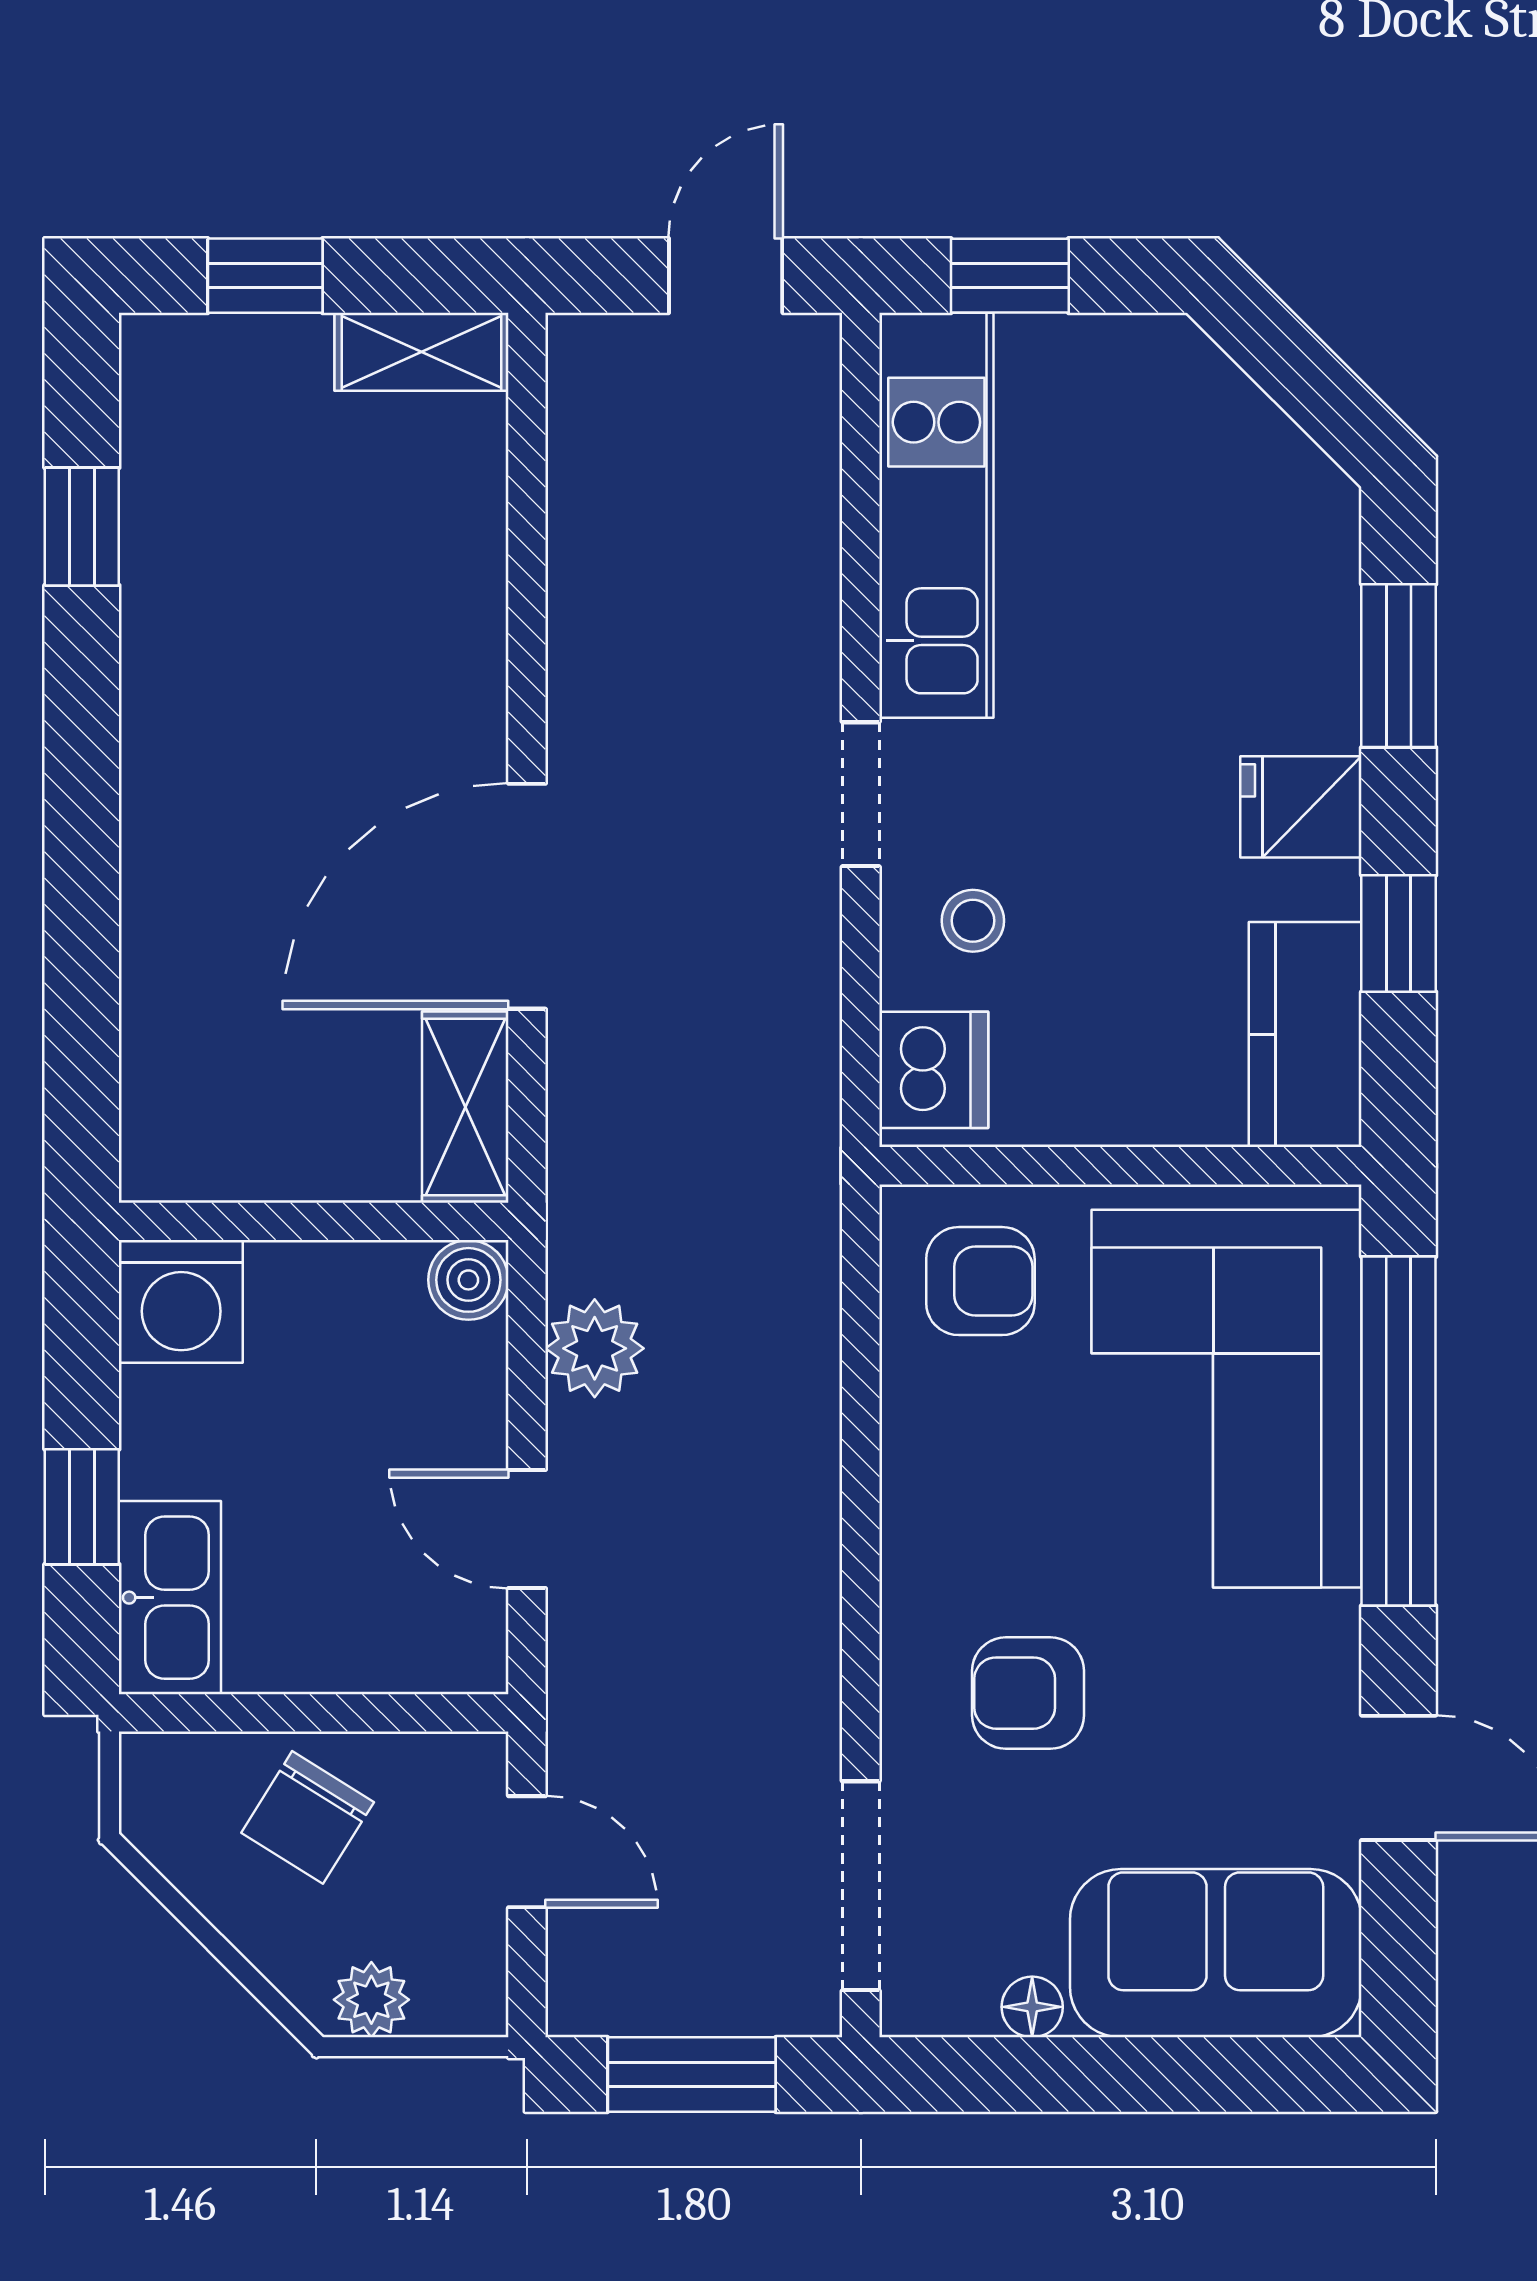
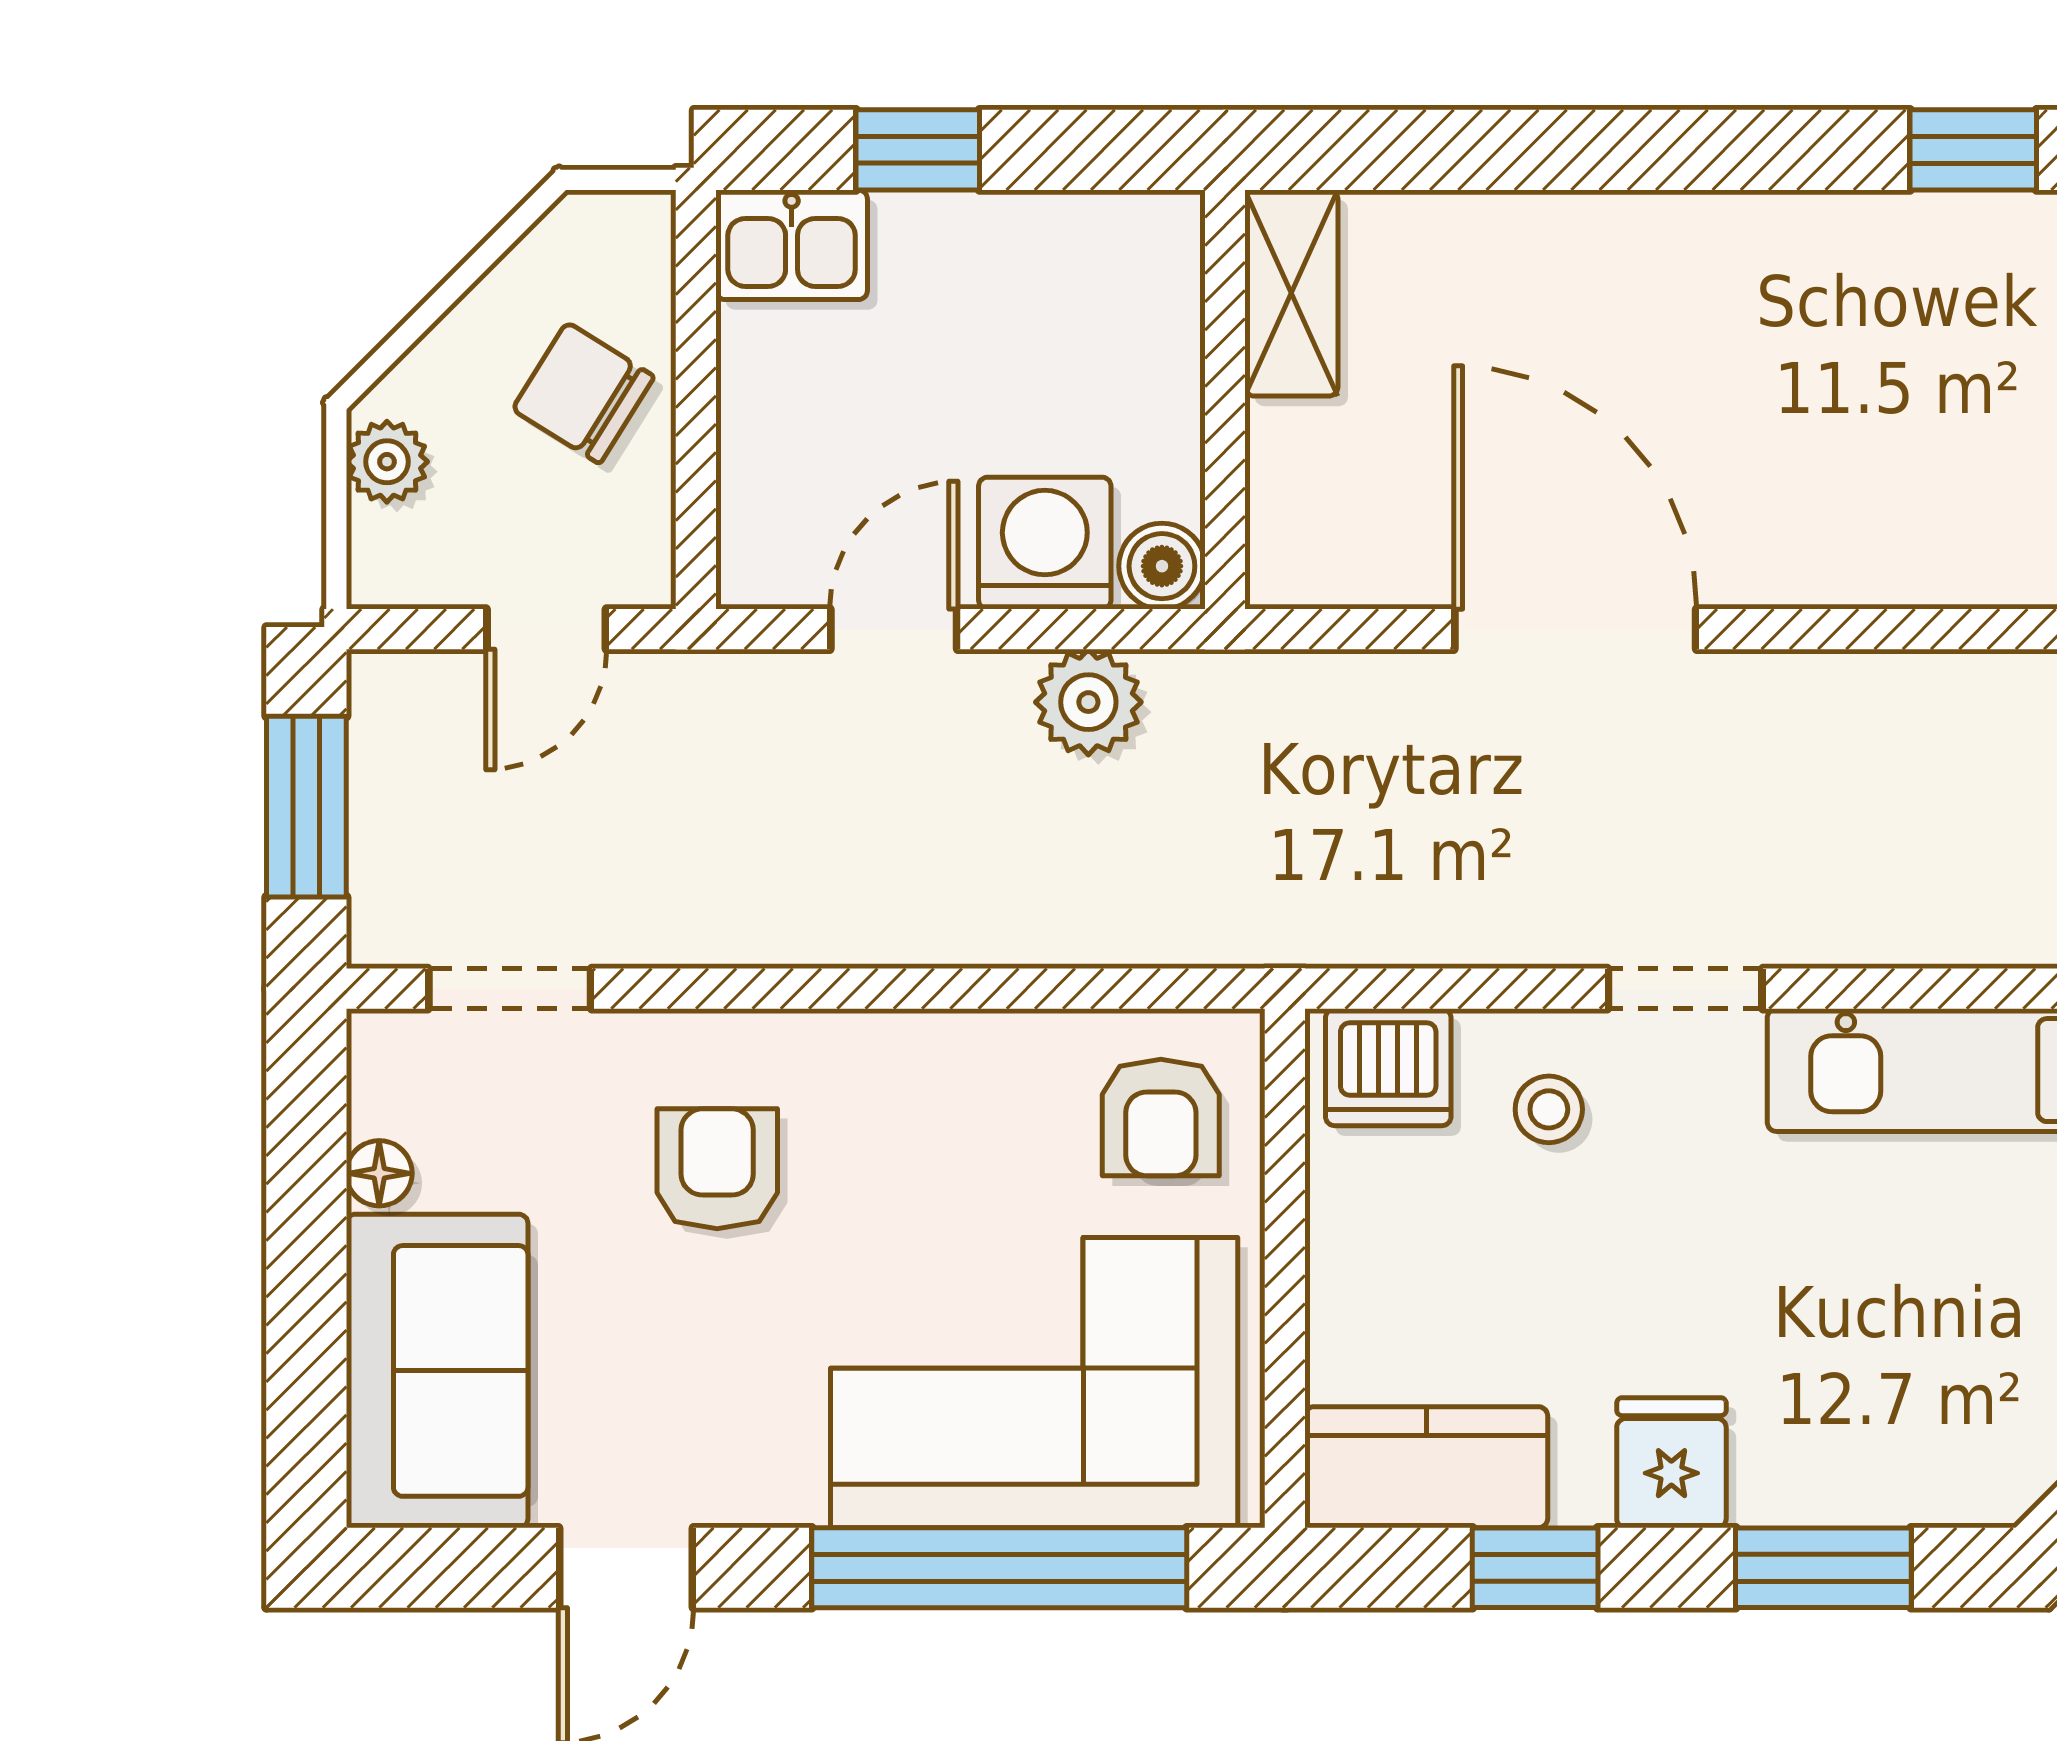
shelving: (465, 1107) -> (1291, 293), moved, turned 90
washing machine: (181, 1301) -> (1045, 543), moved, turned 90
kitchen sink: (170, 1598) -> (792, 245), width x0.73
doorway: (861, 1886) -> (510, 989), width x0.73

